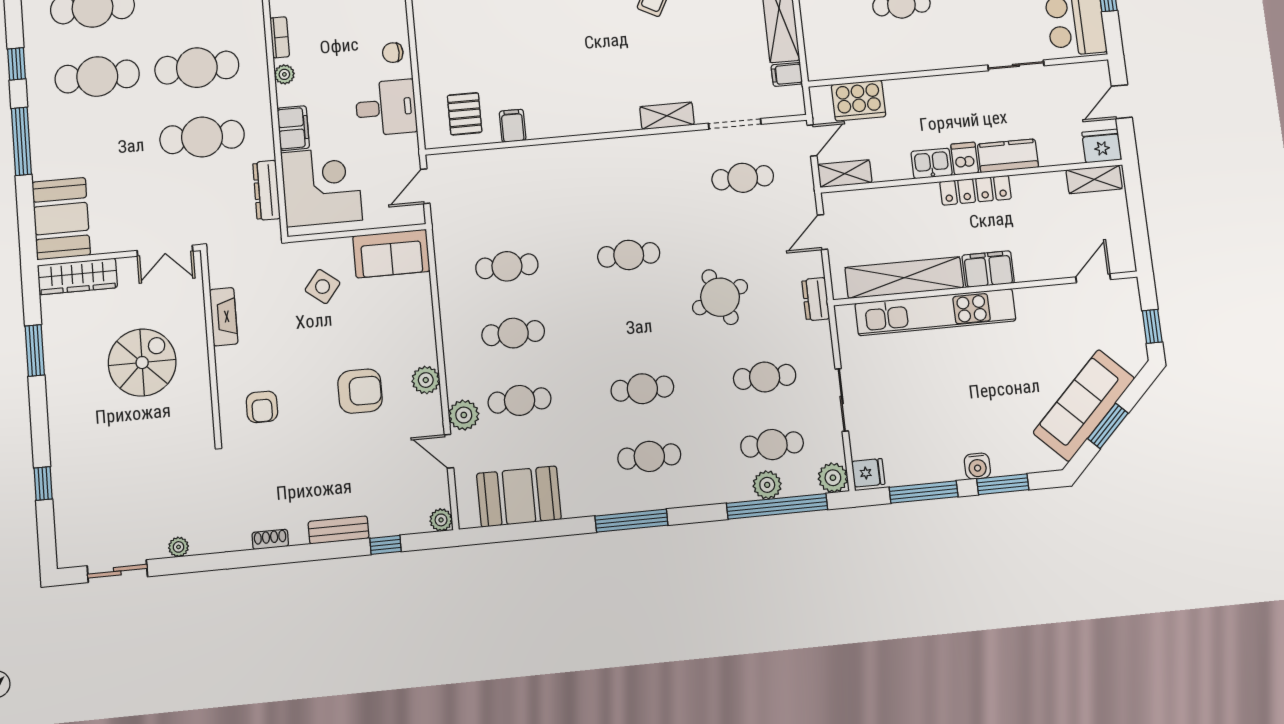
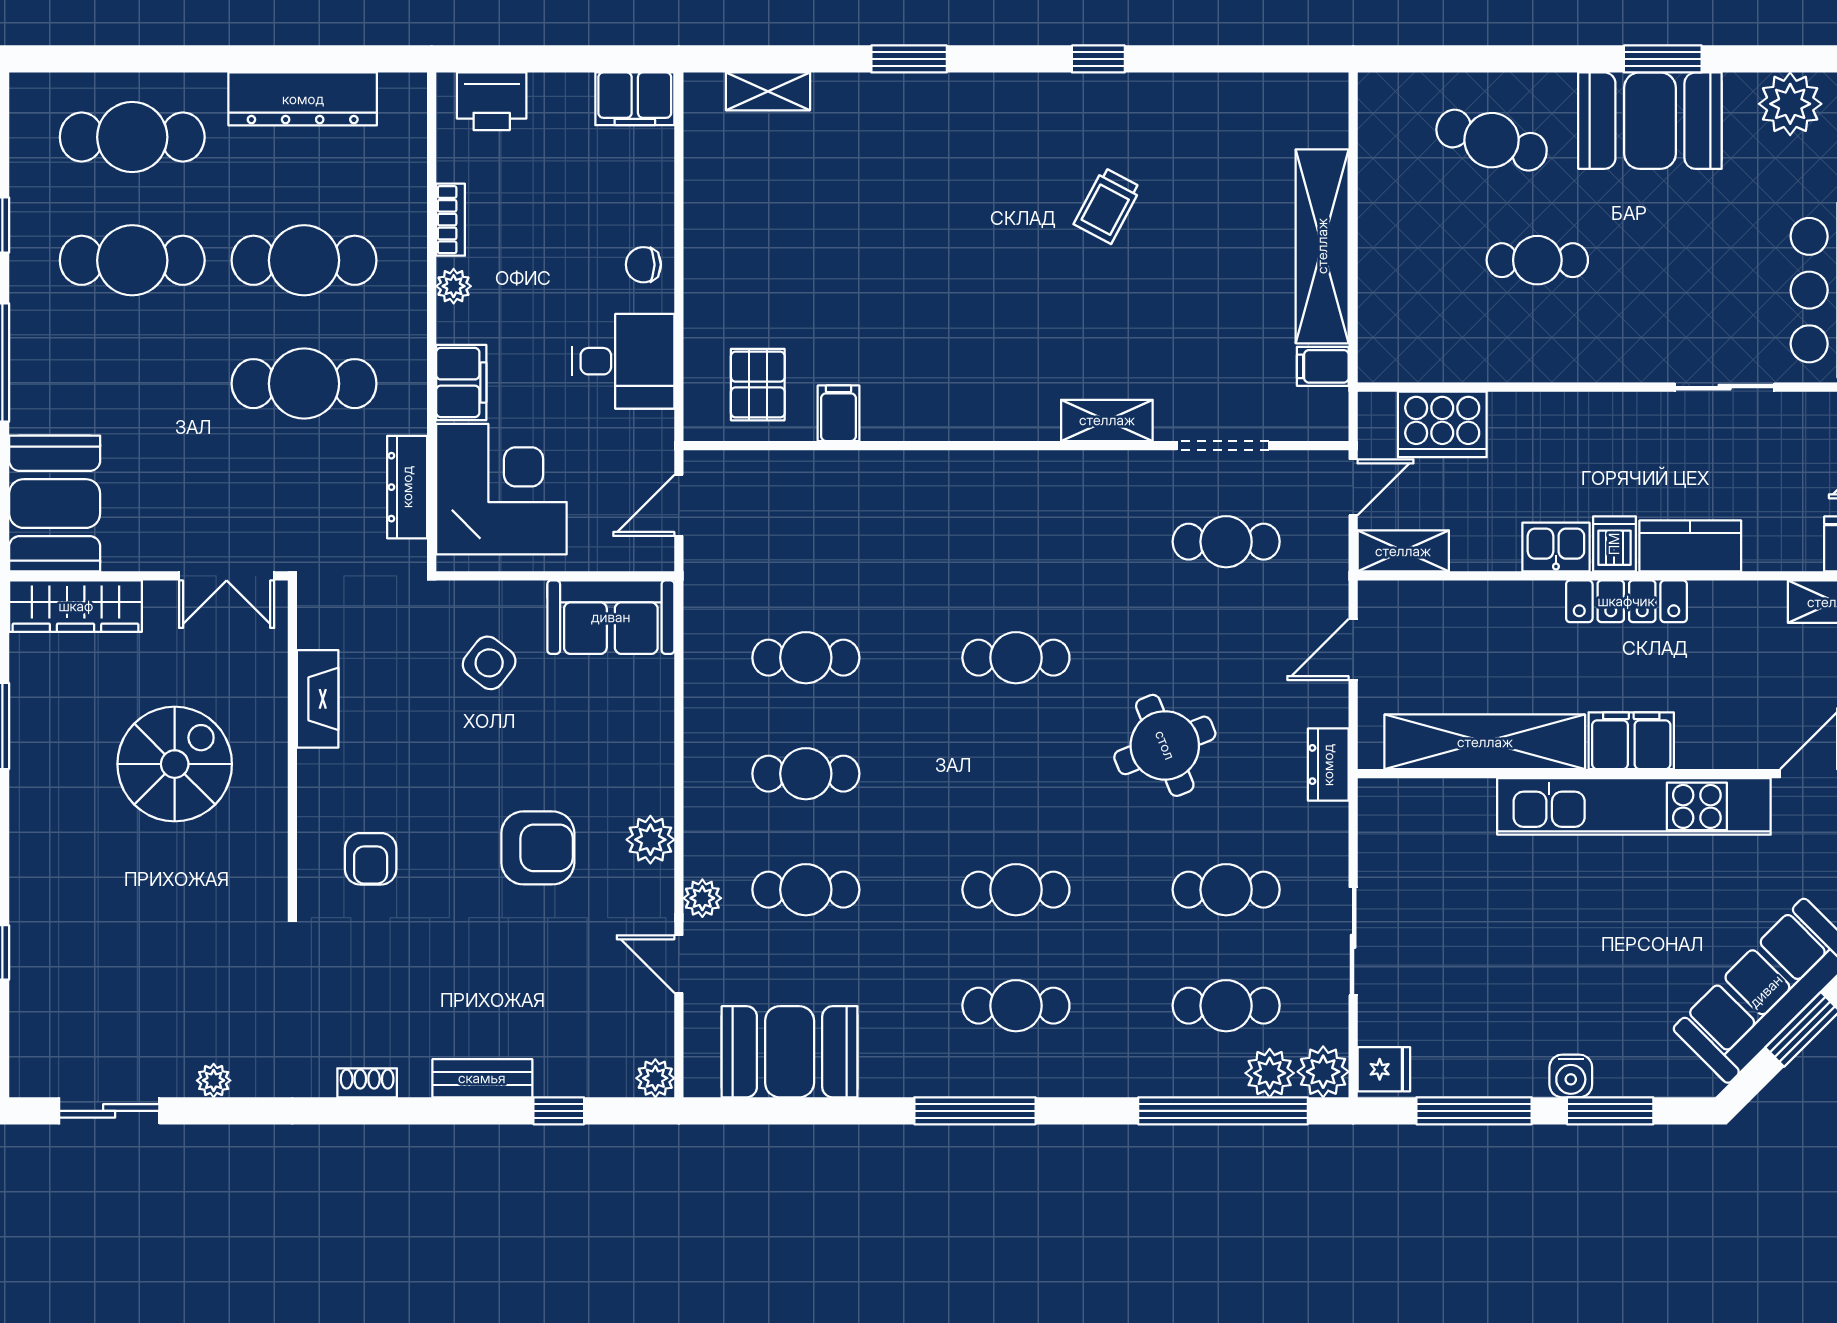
kitchen unit: (935, 312) -> (1634, 806), moved
plant: (464, 415) -> (702, 898), width x0.73, depth x0.73
plant: (767, 485) -> (1270, 1073), moved

